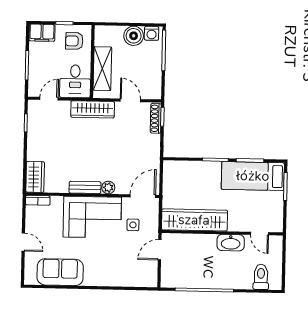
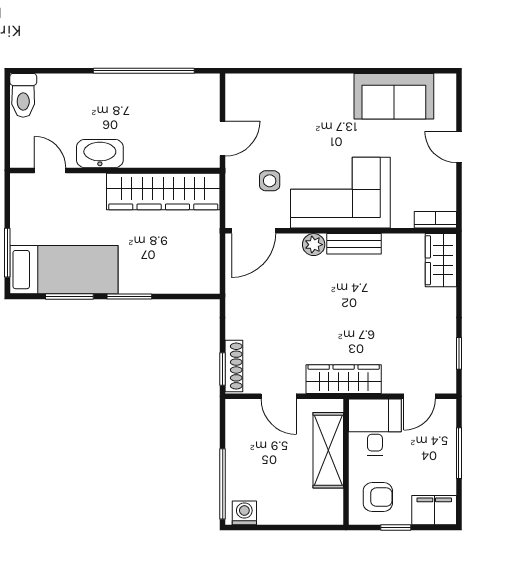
boiler: (134, 36) -> (275, 508), removed
toilet: (261, 277) -> (23, 95), moved

